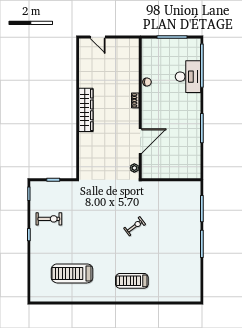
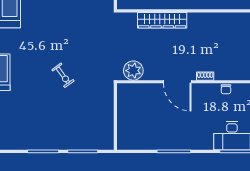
wardrobe: (86, 110) -> (162, 20), moved
door: (140, 141) -> (177, 82), moved
plant: (134, 168) -> (133, 71), width x1.88, depth x1.88

